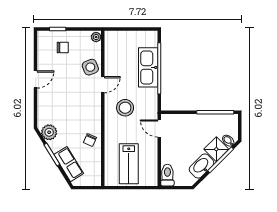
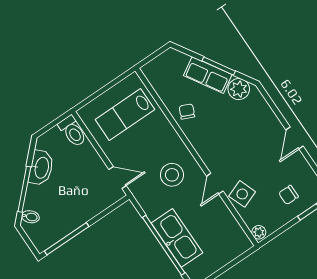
shower: (216, 149) -> (37, 198), removed
row of seats: (69, 164) -> (208, 75), moved
lab bench: (129, 164) -> (125, 115), turned -90

